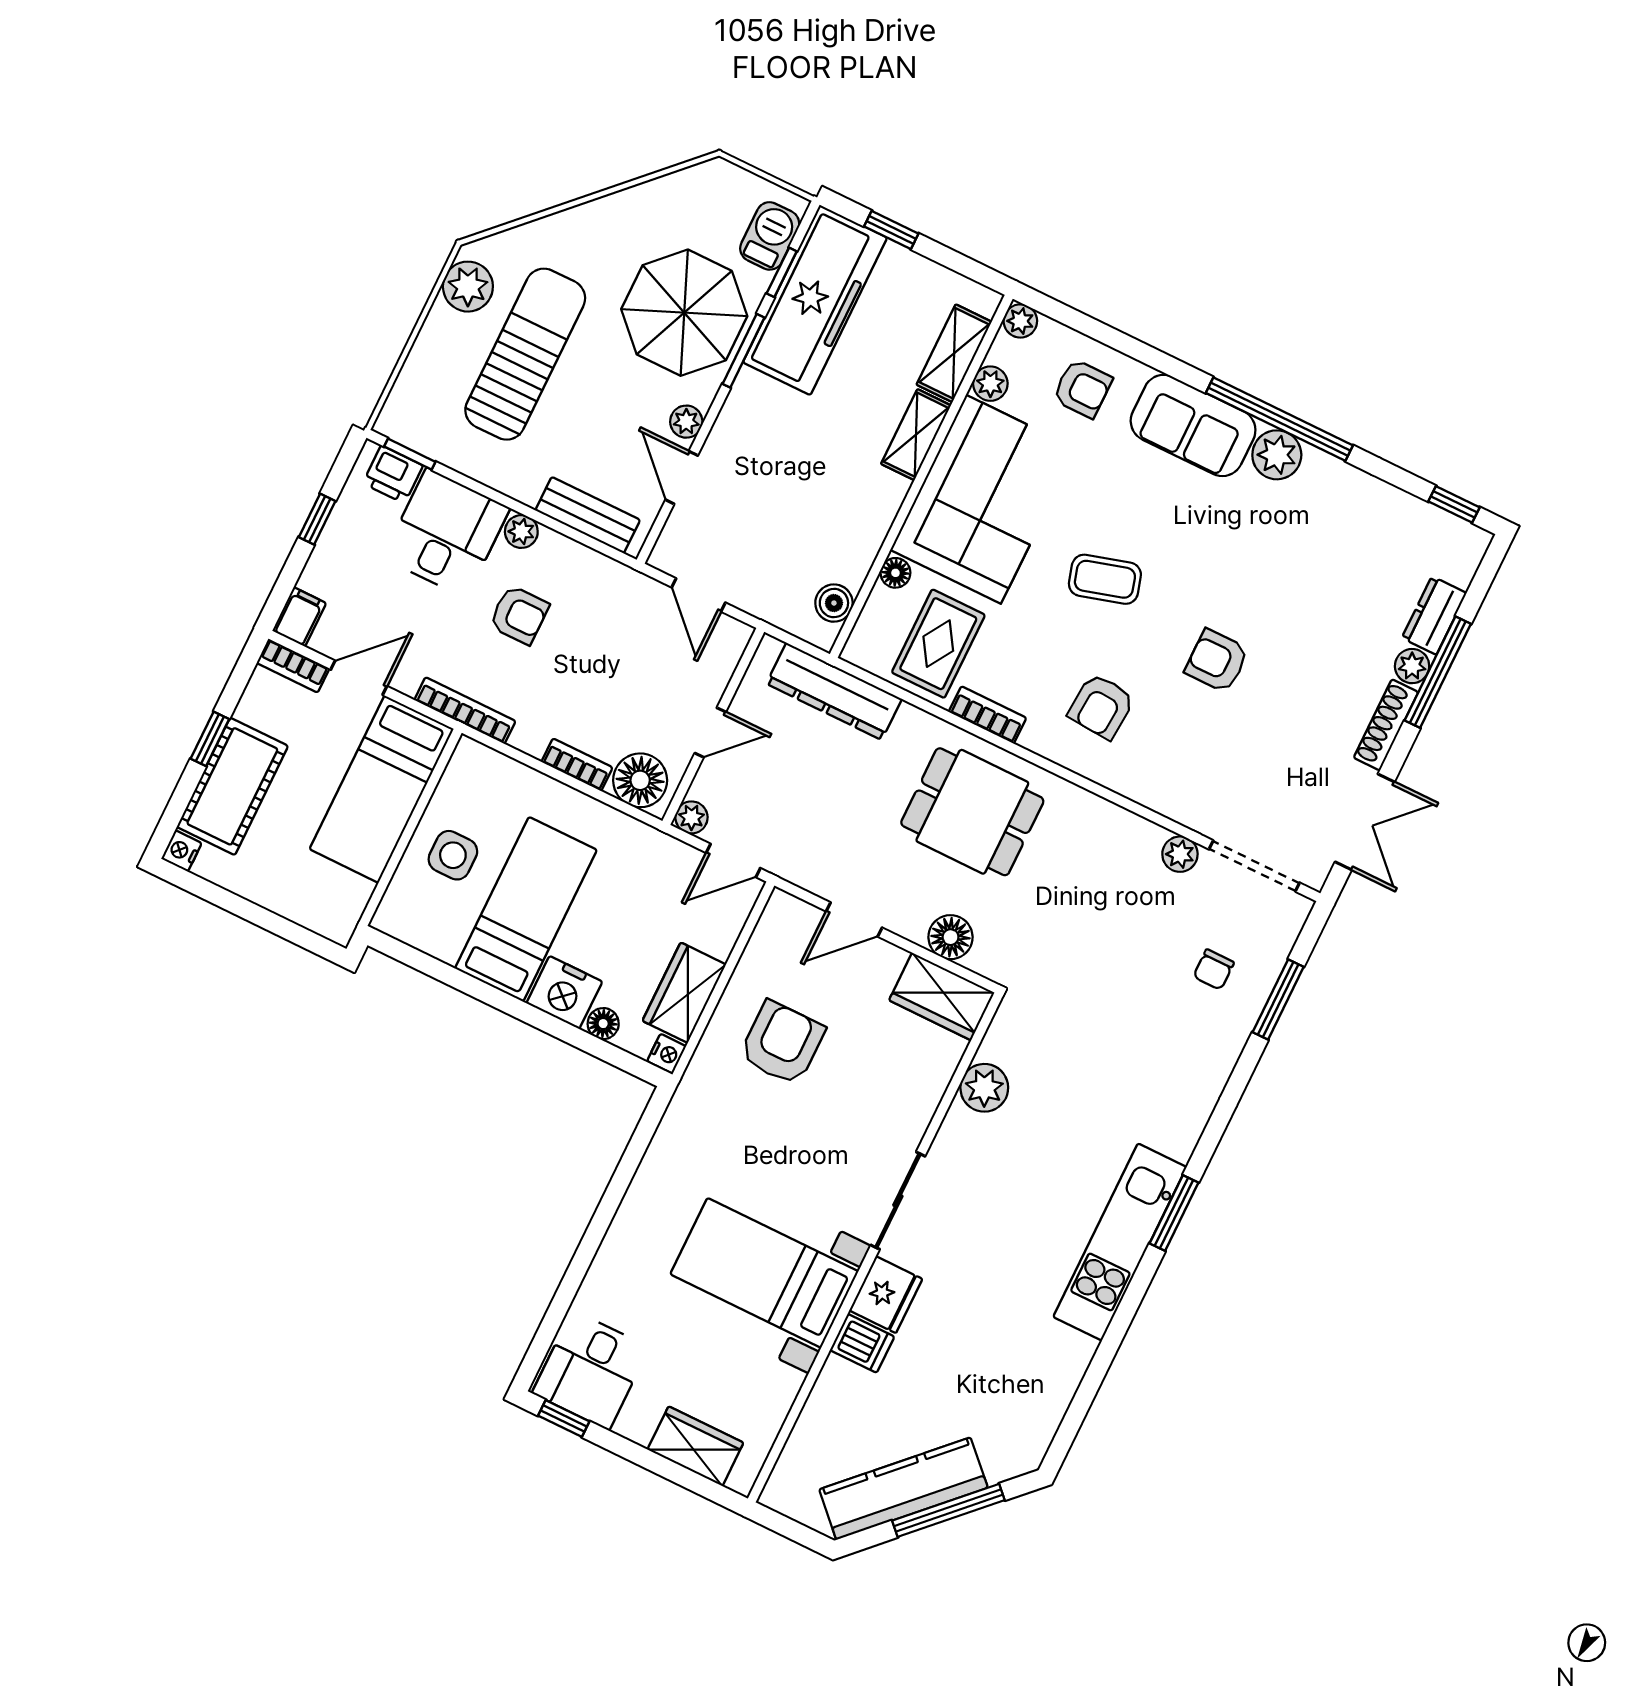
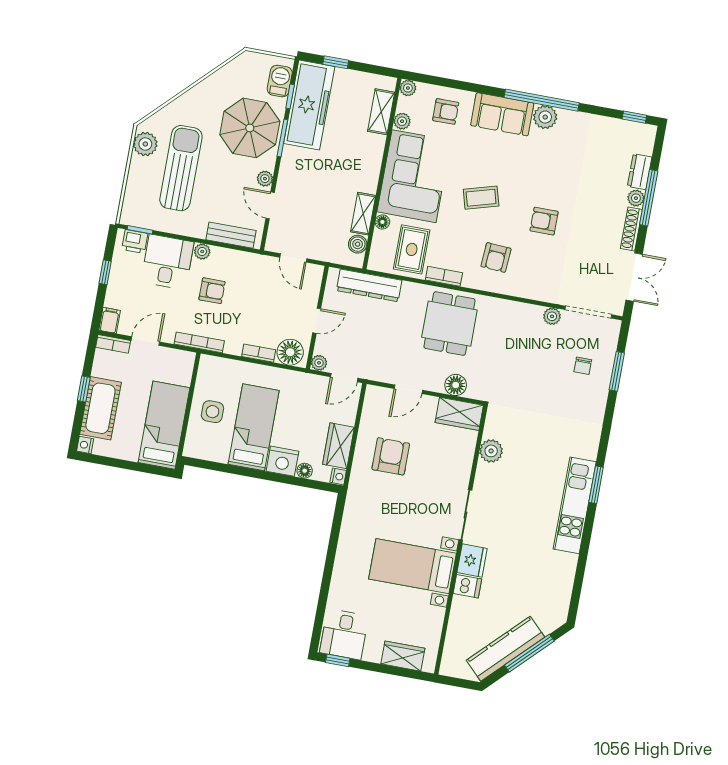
shelving: (916, 435) -> (363, 214), moved
bed: (382, 789) -> (164, 425), moved, turned 180
dining table: (972, 812) -> (449, 324), turned 90

